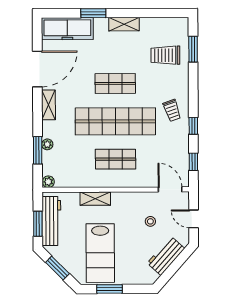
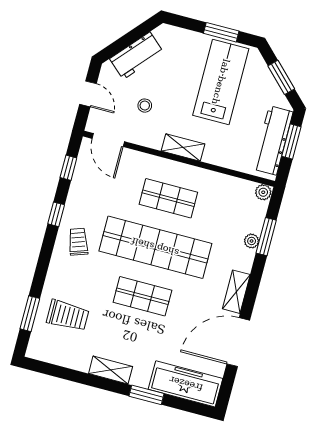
shelving: (95, 199) -> (183, 148), moved

